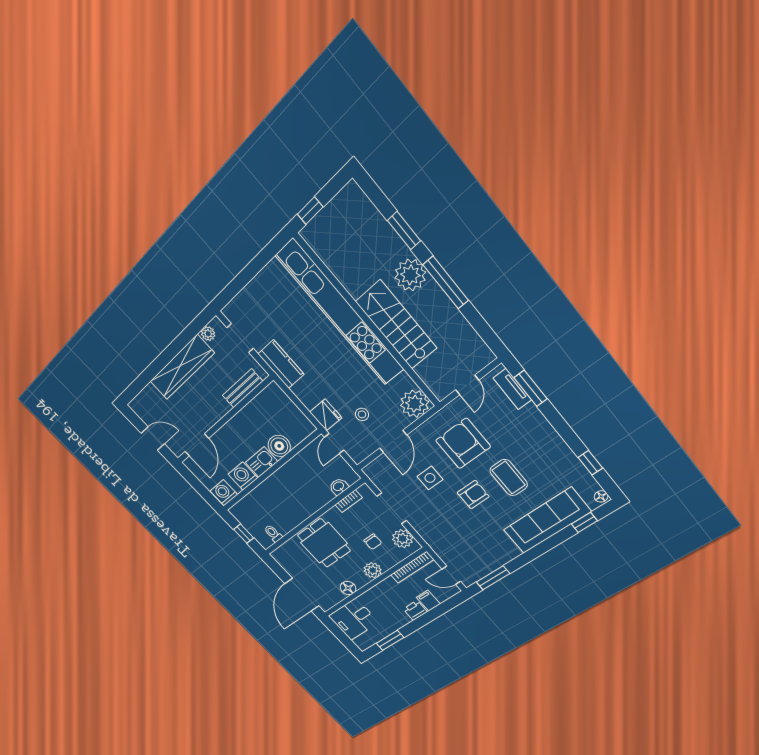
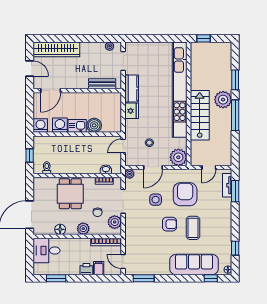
wardrobe: (182, 367) -> (56, 49), moved
fridge: (326, 415) -> (132, 111), moved
plant: (371, 471) -> (130, 174), added

